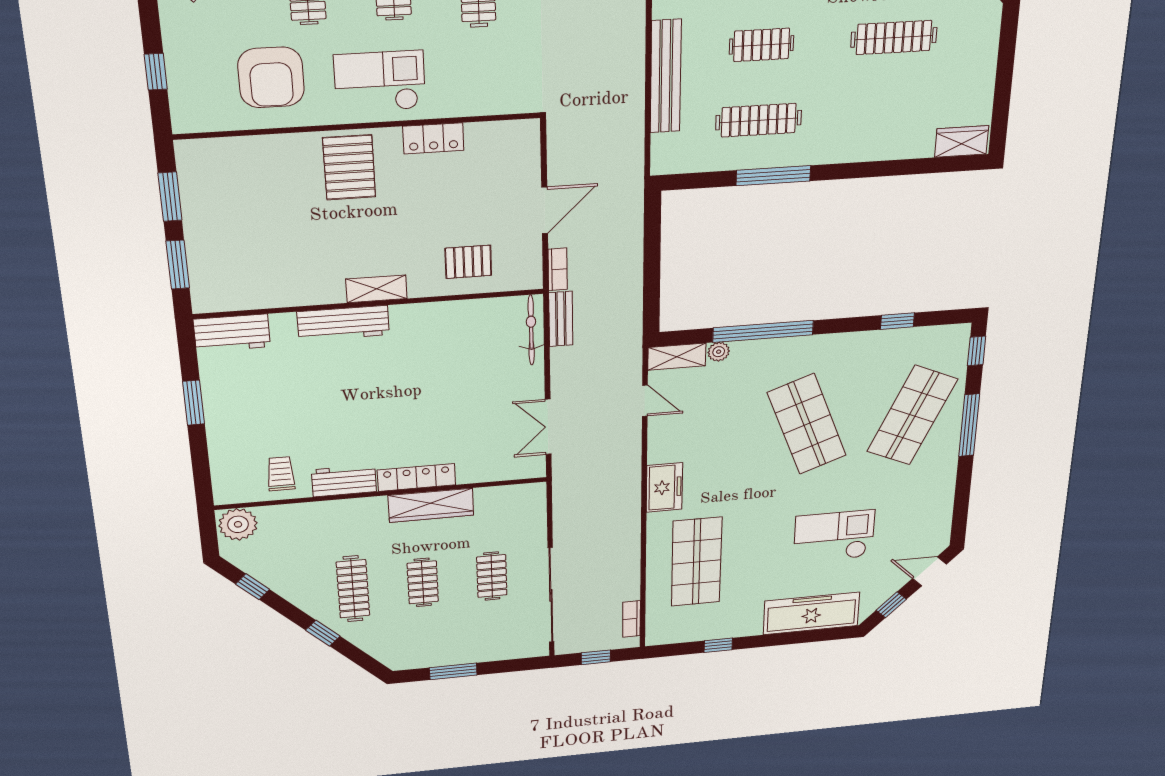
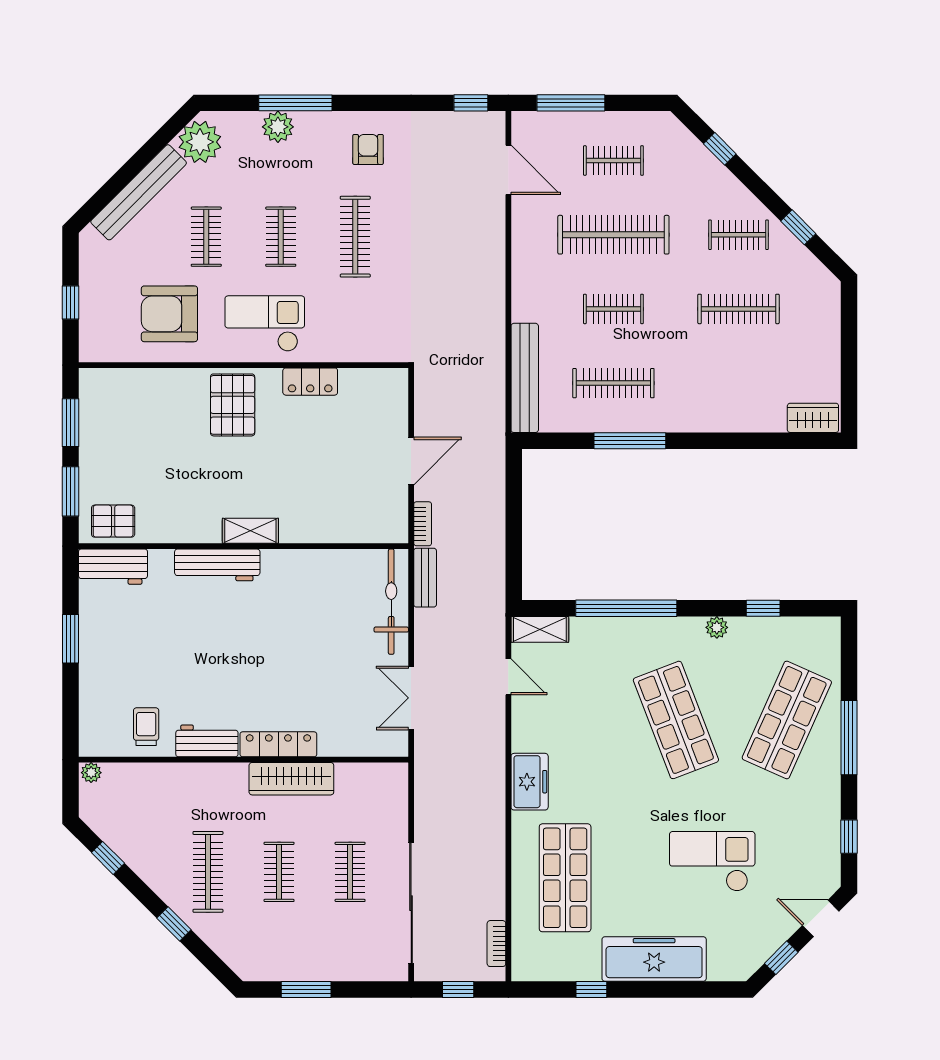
bench: (666, 76) -> (525, 378), moved
armchair: (271, 77) -> (169, 314), turned 90
pallet: (468, 262) -> (113, 521), moved
bicycle: (531, 330) -> (391, 602), width x1.37, depth x1.40
window: (977, 351) -> (849, 837), moved
plant: (719, 352) -> (717, 627), moved
plant: (238, 524) -> (91, 773), width x0.53, depth x0.53
freezer: (811, 613) -> (654, 959), moved

